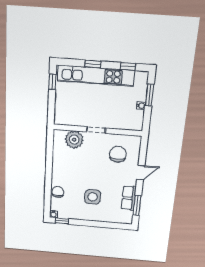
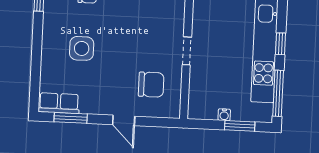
window: (128, 66) -> (278, 93), width x2.17
plant: (74, 140) -> (171, 19), removed
row of seats: (129, 198) -> (59, 103), moved

